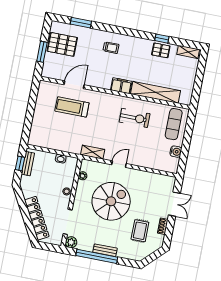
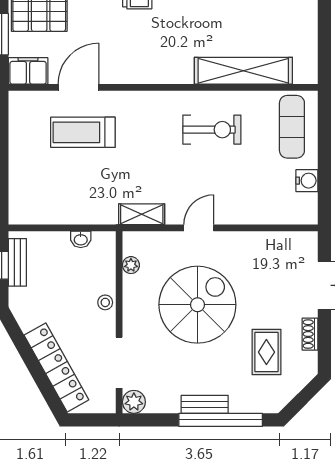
filing cabinet: (121, 86) -> (28, 71), moved
window: (97, 256) -> (221, 420), moved

